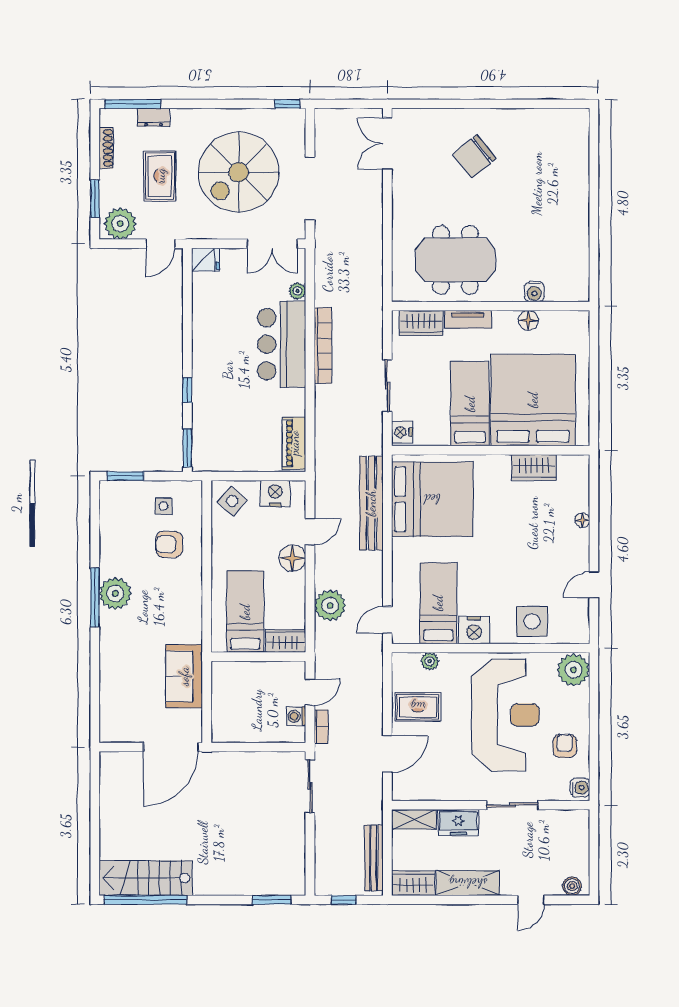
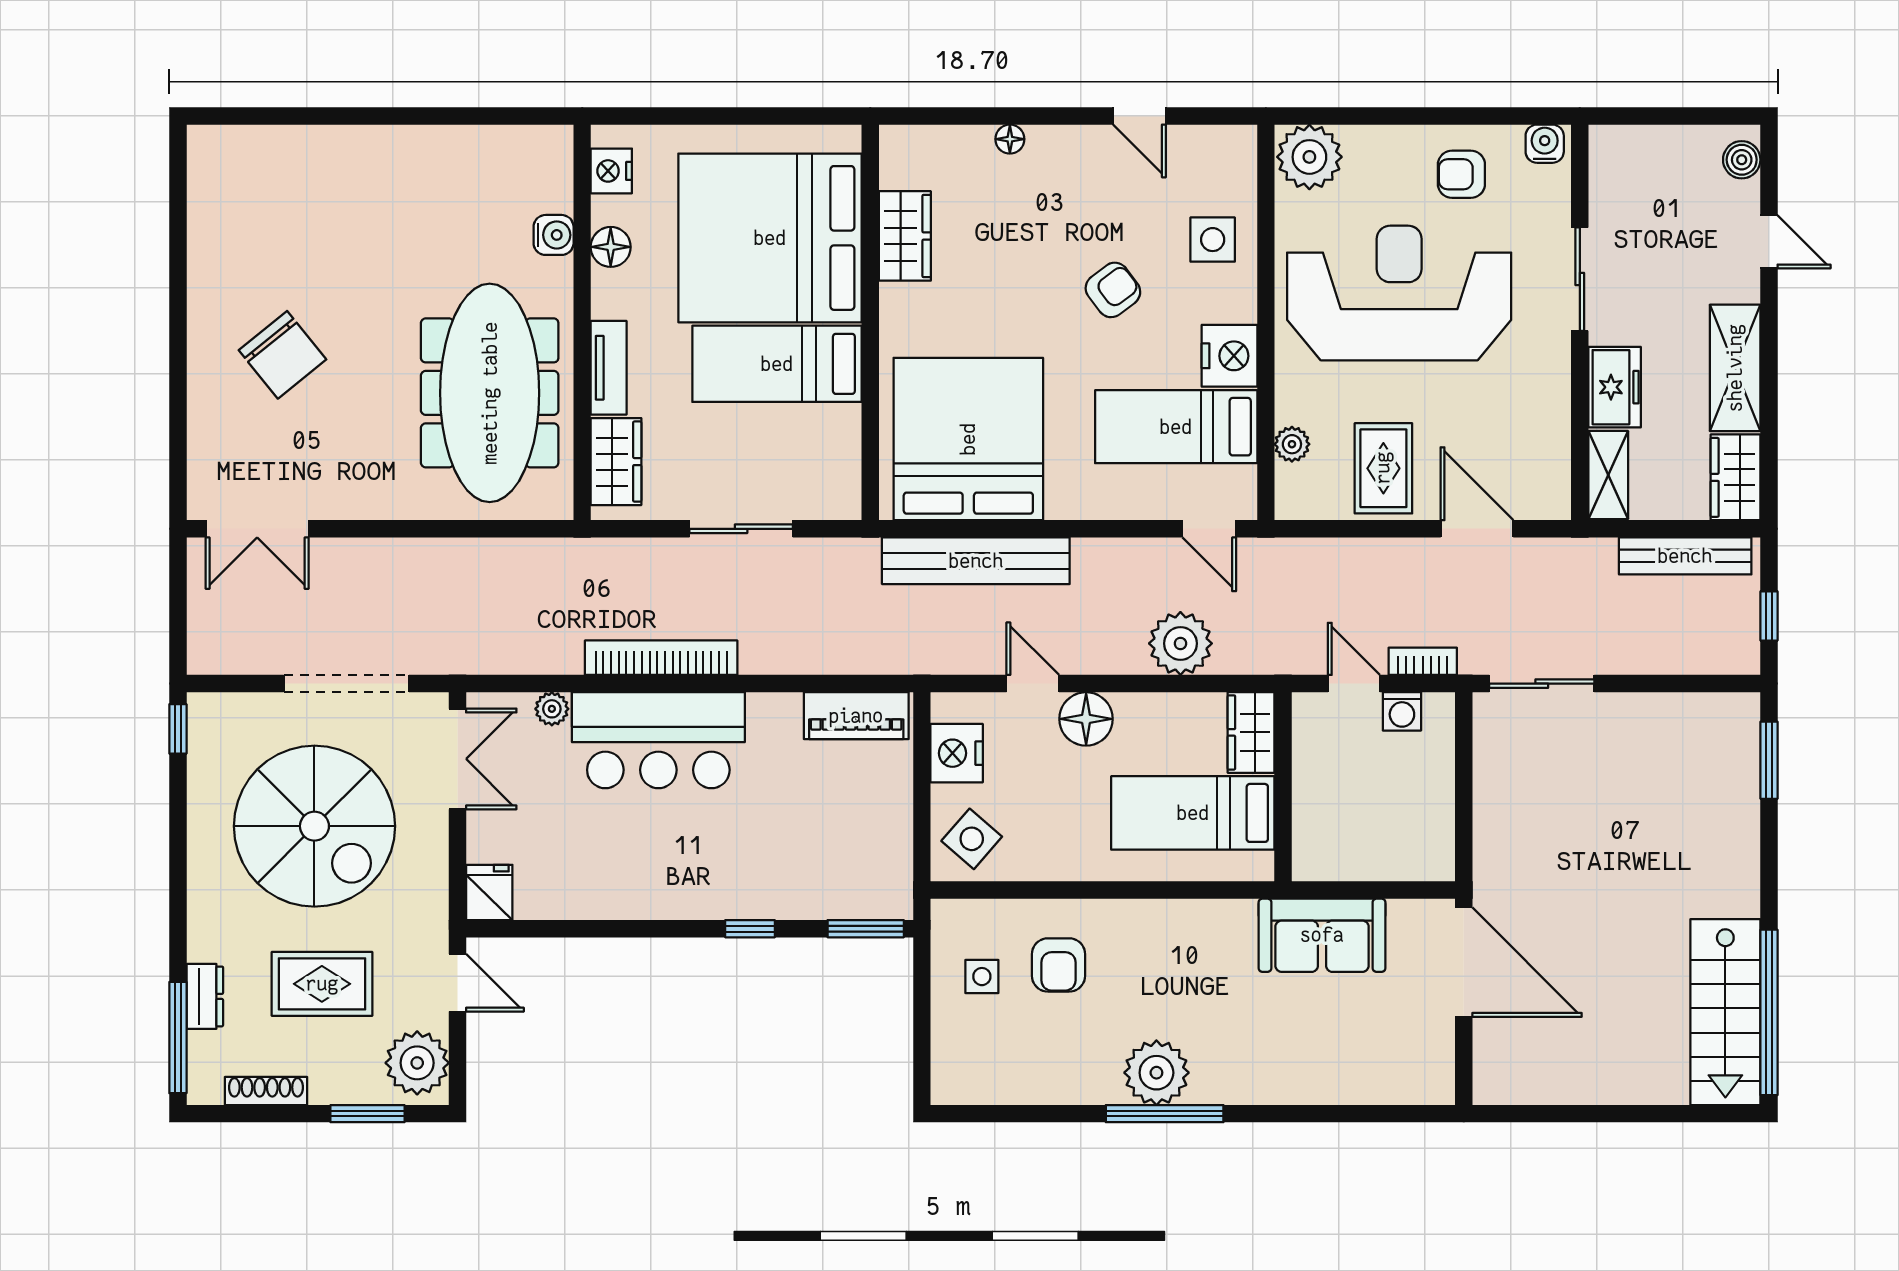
meeting table: (455, 260) -> (490, 393), width x1.36
nightstand: (402, 432) -> (611, 171), moved, turned 90
window: (125, 476) -> (922, 1052), removed
armchair: (507, 572) -> (1113, 290), added
side table: (532, 622) -> (1213, 240), width x0.73, depth x0.73

